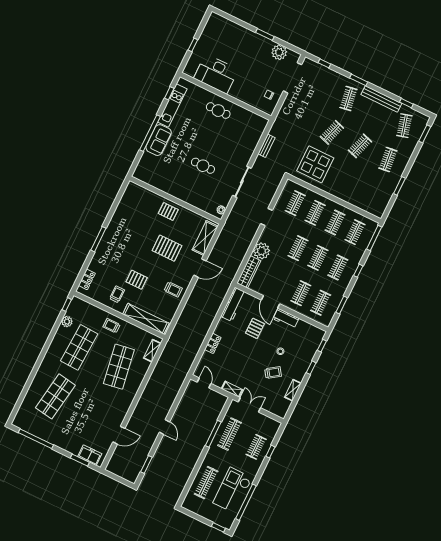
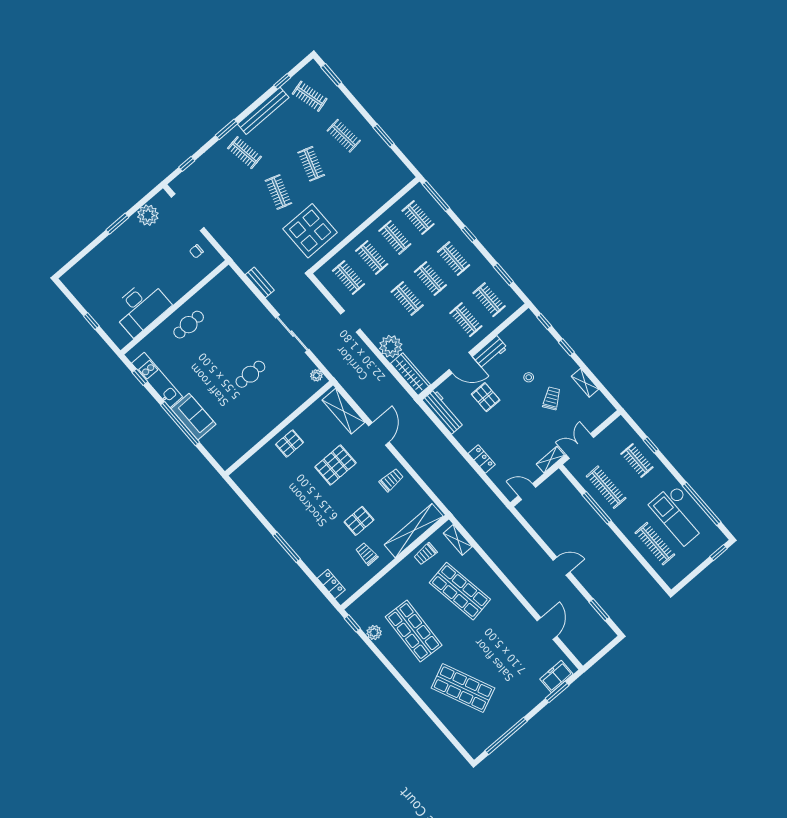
trolley: (112, 326) -> (425, 554), moved
shop shelf: (55, 396) -> (463, 688), turned -33

